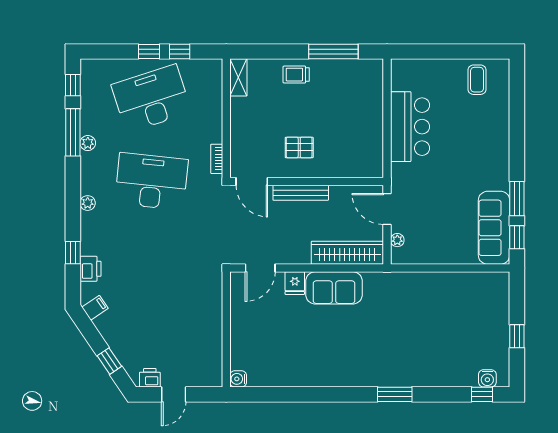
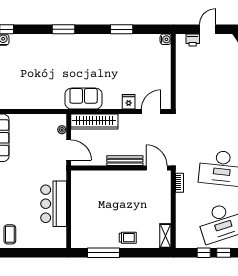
pallet: (299, 147) -> (126, 190), removed
sofa: (334, 288) -> (84, 99), moved
printer: (150, 378) -> (193, 40), moved
window: (305, 394) -> (122, 29), added

